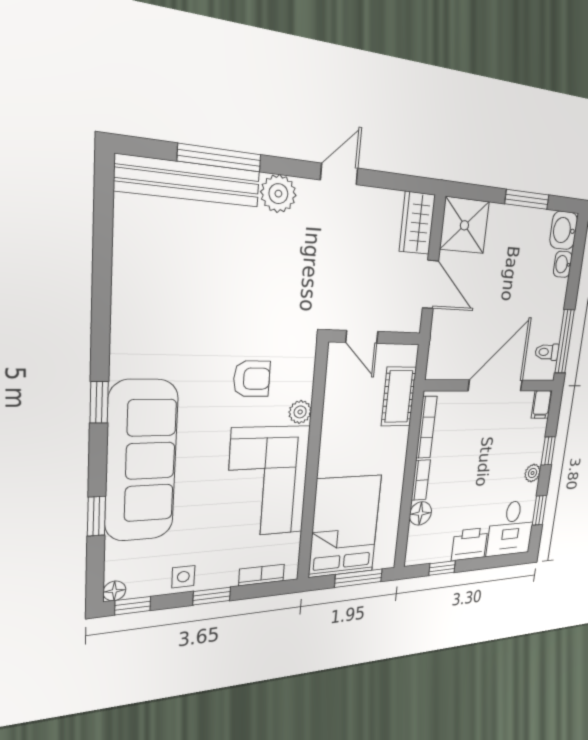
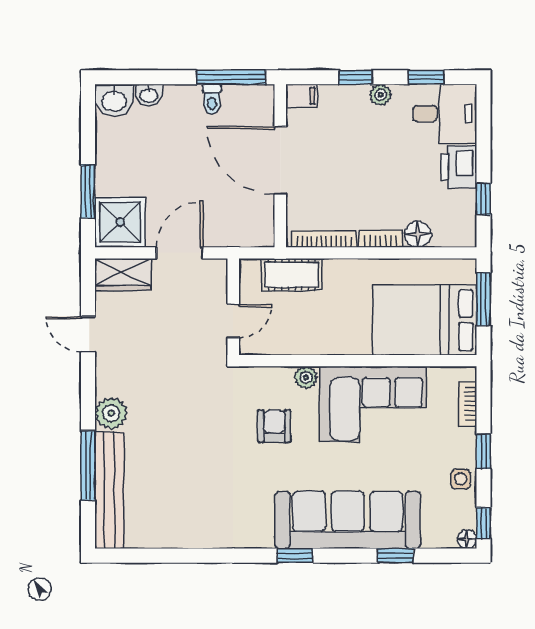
door: (339, 174) -> (88, 334), moved
window: (527, 199) -> (88, 191), moved
toilet: (547, 352) -> (212, 99), moved

